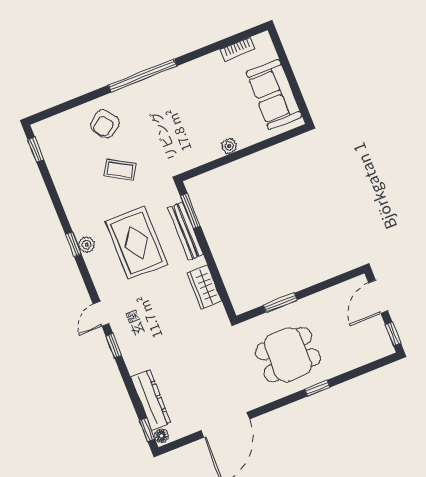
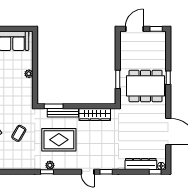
wardrobe: (204, 287) -> (95, 114), width x1.50
door: (378, 297) -> (134, 29), swing flipped
dining table: (288, 355) -> (146, 86), width x1.38

